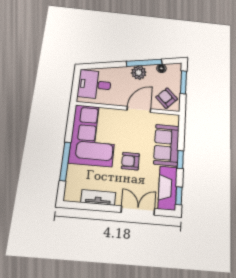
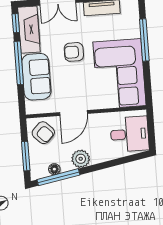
window: (144, 63) -> (58, 177), moved
window: (180, 160) -> (19, 63), width x2.17
armchair: (130, 161) -> (74, 52), turned 180

